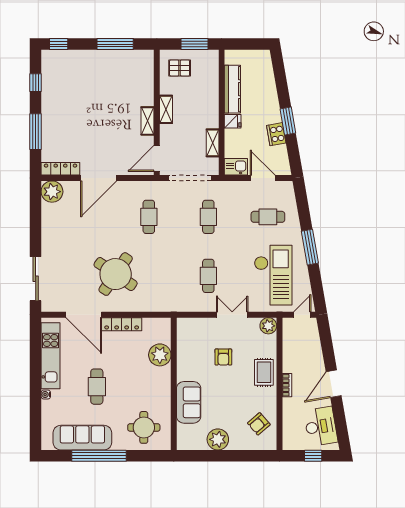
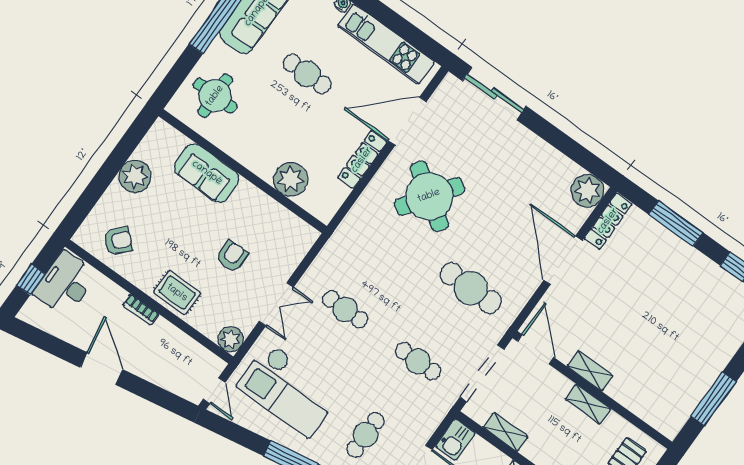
cafe table: (149, 217) -> (471, 288), width x1.37, depth x1.35
armchair: (223, 357) -> (232, 256), turned 90
armchair: (259, 424) -> (118, 241), turned 83
desk: (321, 426) -> (65, 284), moved, turned 100

